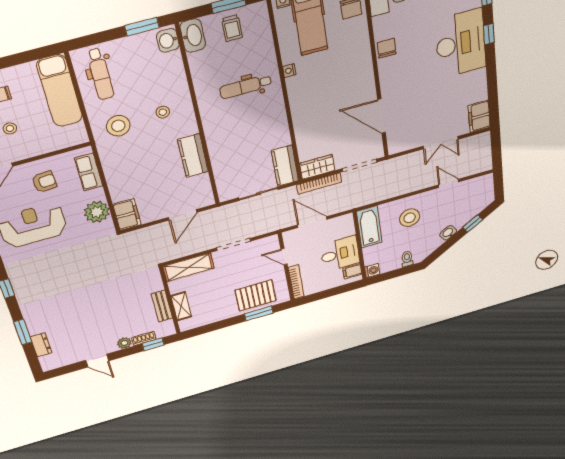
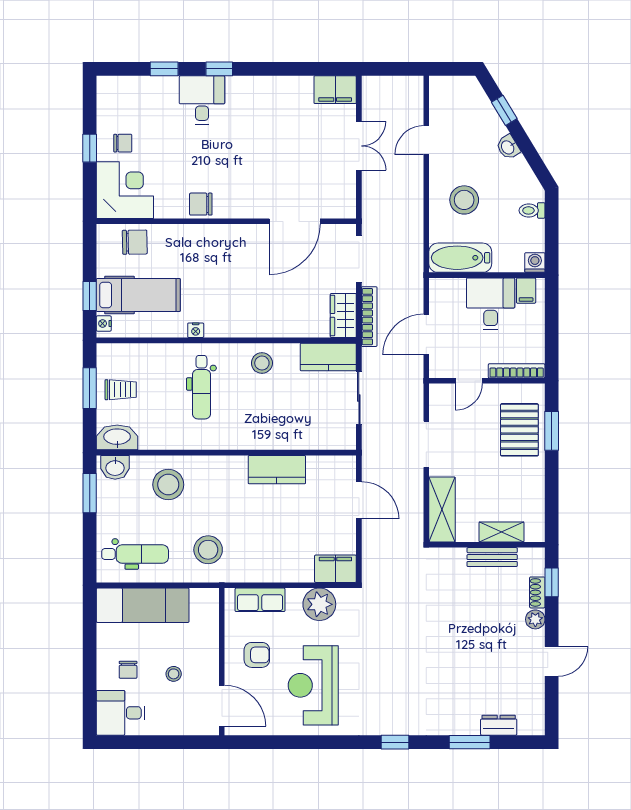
desk: (461, 43) -> (202, 100), width x0.53, depth x0.77
stool: (163, 112) -> (168, 485), moved, width x1.89, depth x1.89
stool: (272, 123) -> (262, 363), added
armchair: (44, 182) -> (257, 655), turned 94

